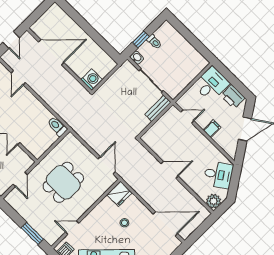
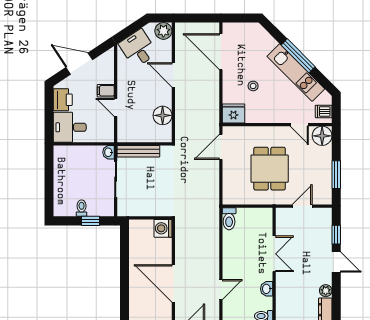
washbasin: (137, 58) -> (109, 152), moved
bench: (158, 108) -> (138, 151), width x1.36
door: (187, 116) -> (116, 107), moved
floor lamp: (162, 149) -> (163, 115), added
door: (170, 170) -> (173, 75), moved
dining table: (63, 182) -> (270, 169), turned 90
window: (32, 234) -> (336, 175), moved
floor lamp: (51, 235) -> (322, 136), added

